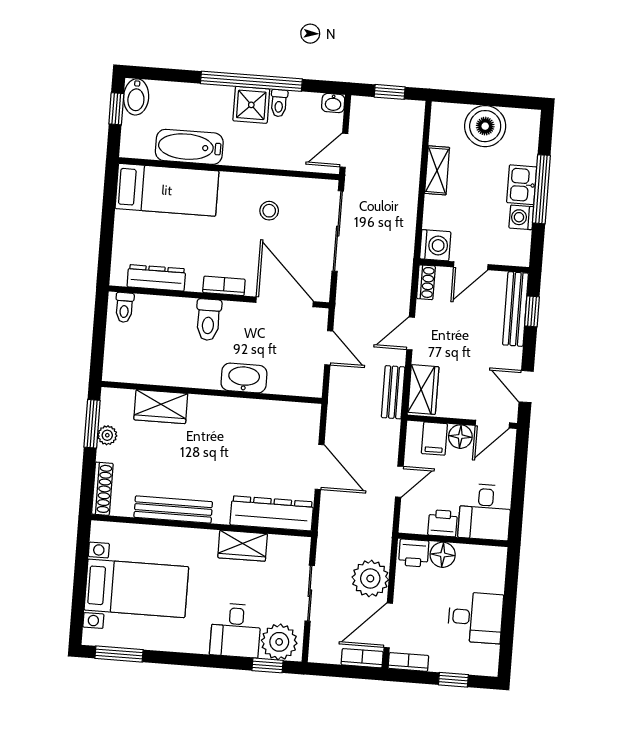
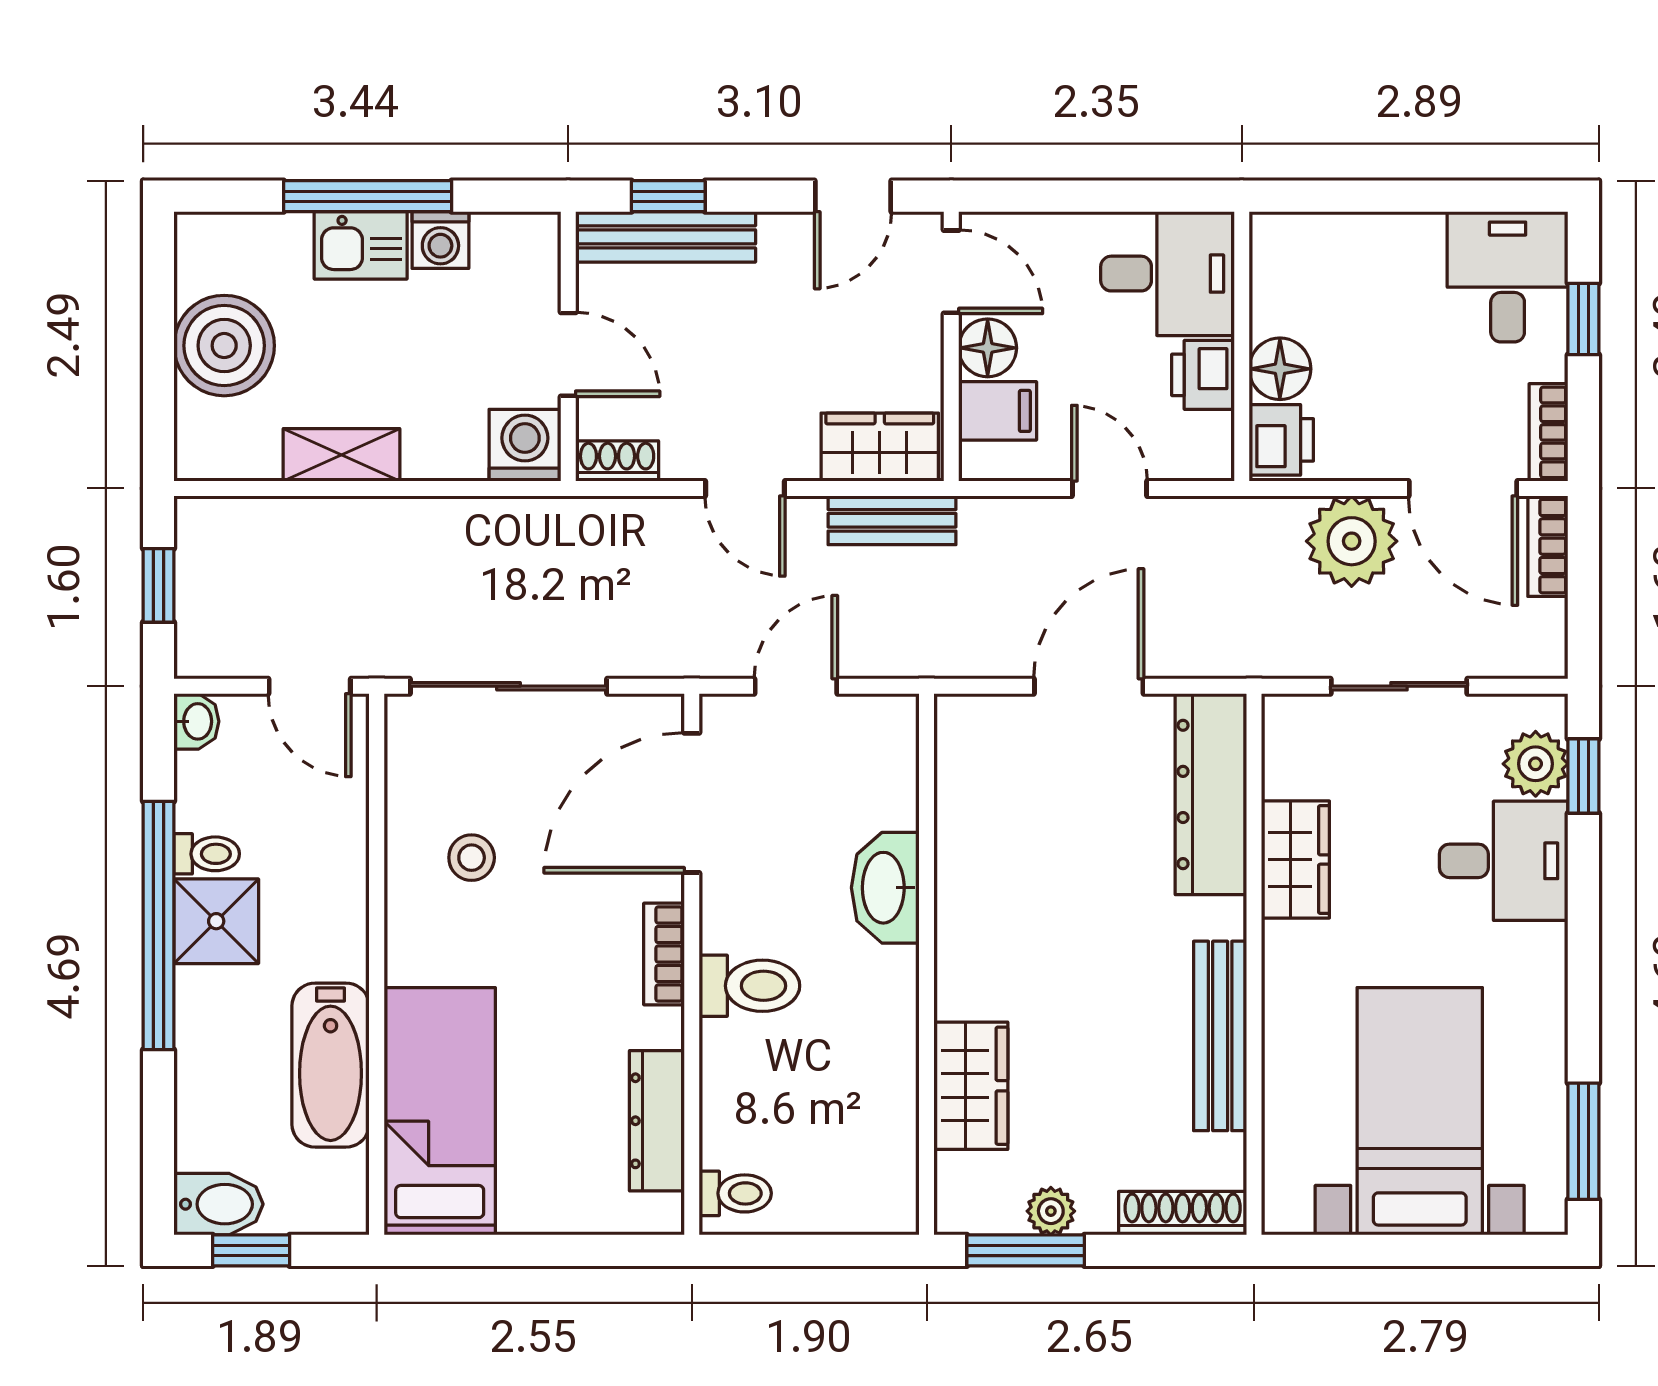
desk: (475, 617) -> (1508, 277), moved
plant: (279, 642) -> (1536, 764), width x0.73, depth x0.73

